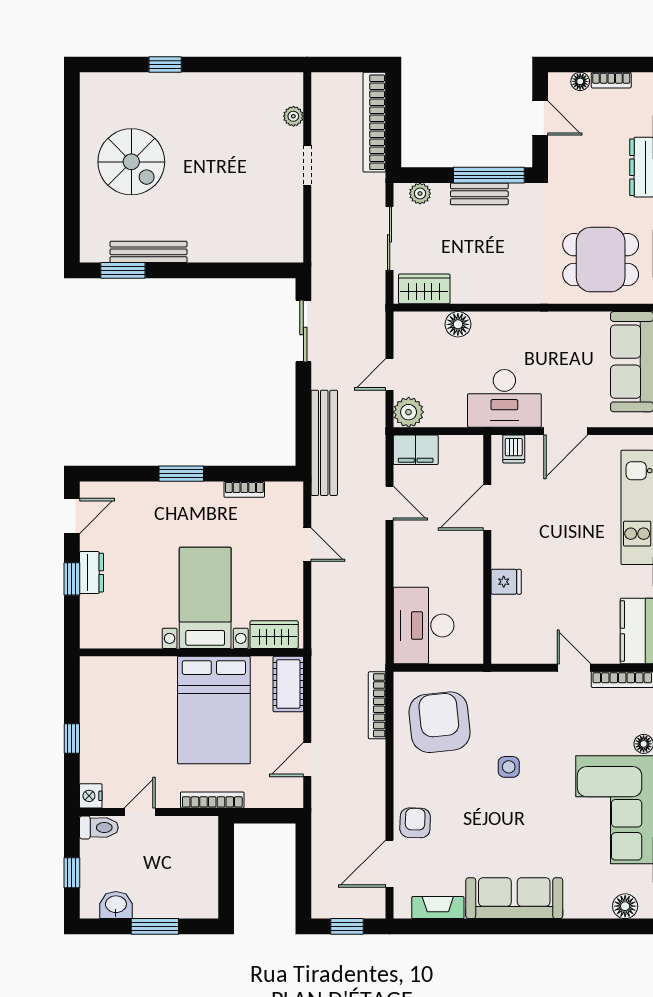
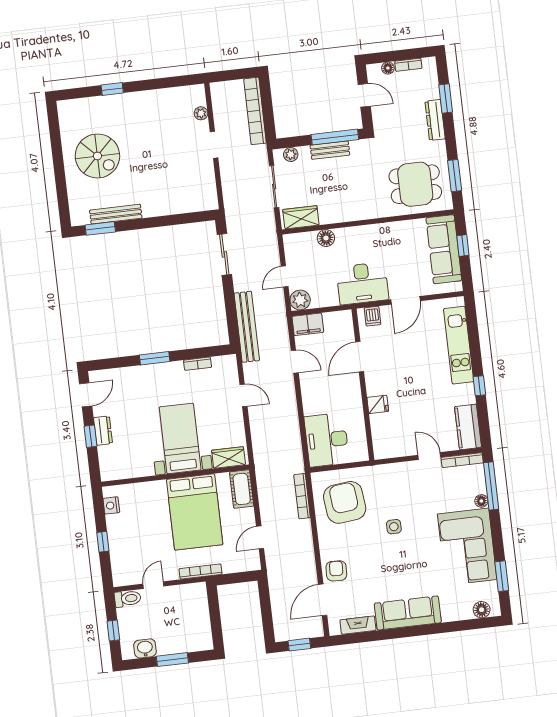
nightstand: (91, 796) -> (111, 505), moved

